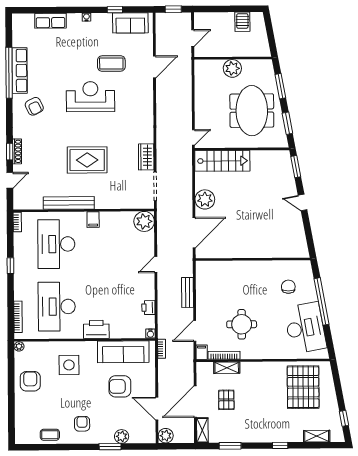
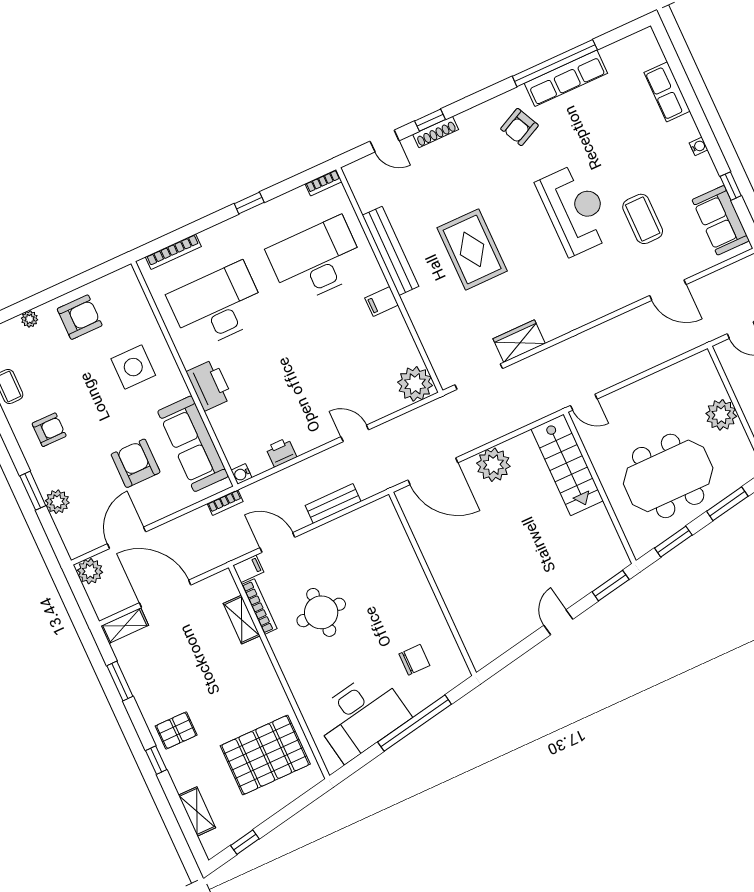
plant: (19, 346) -> (30, 319), moved
pallet: (226, 400) -> (176, 730), moved

